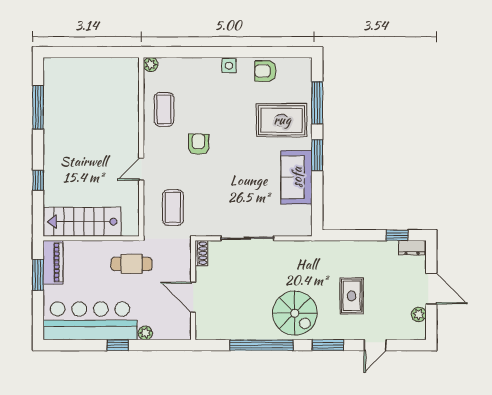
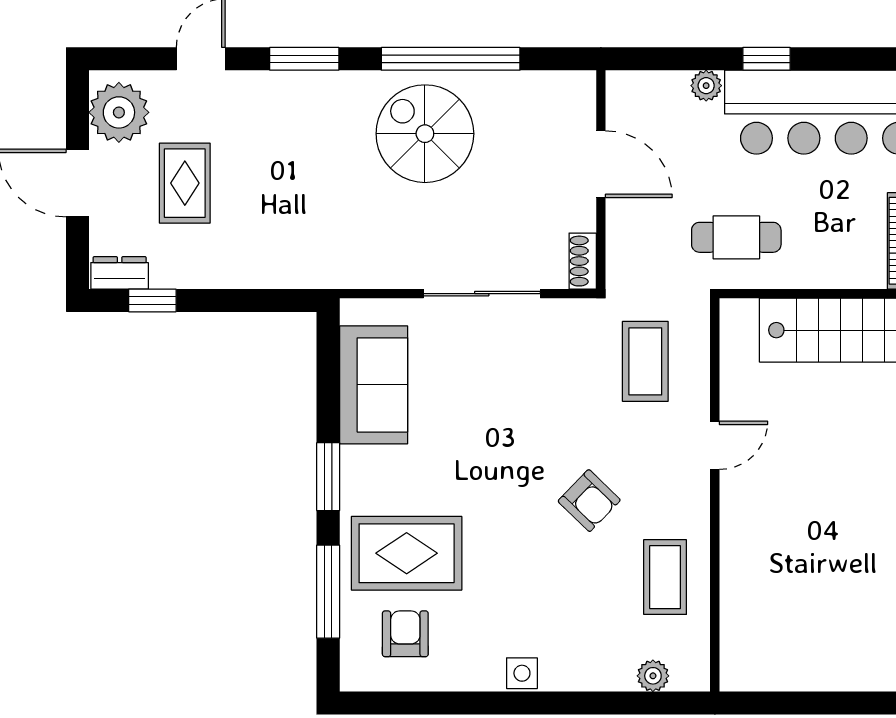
plant: (151, 64) -> (653, 676), moved
armchair: (265, 71) -> (405, 634), moved, turned -90
armchair: (198, 144) -> (589, 501), turned -46
sofa: (297, 177) -> (374, 385), moved
rug: (352, 296) -> (185, 183), moved
spiral stairs: (295, 313) -> (425, 134), moved
plant: (419, 314) -> (119, 112), width x1.87, depth x1.87

